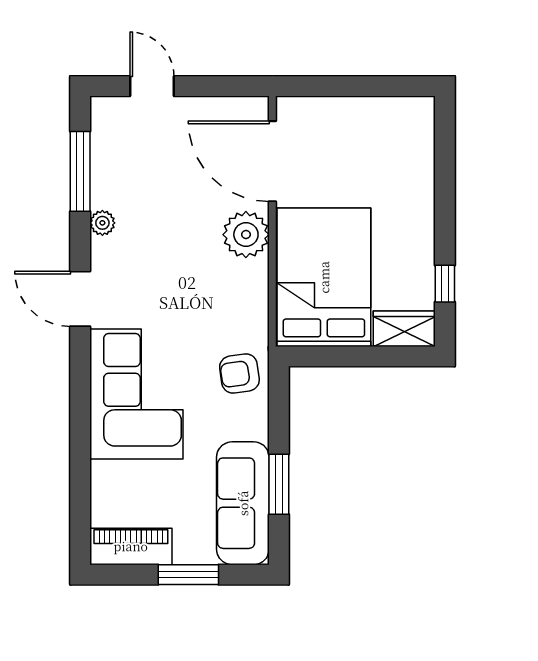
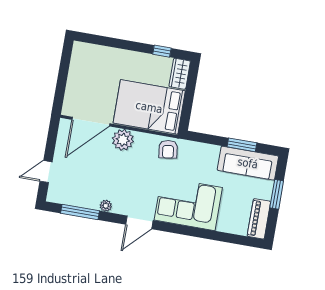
armchair: (239, 374) -> (168, 149), moved

